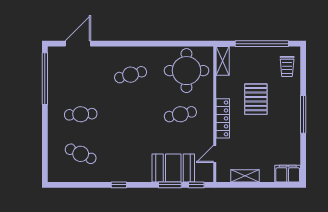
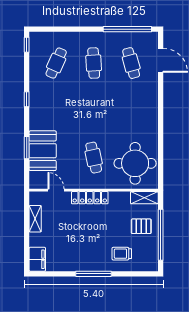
trolley: (287, 66) -> (122, 254), moved
cafe table: (131, 75) -> (131, 63), moved
pallet: (256, 99) -> (141, 226), moved, width x0.67, depth x0.71
window: (196, 185) -> (27, 45), moved

